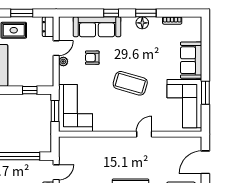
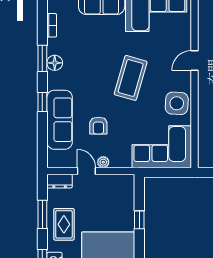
window: (30, 90) -> (139, 220), moved
window: (55, 111) -> (165, 173), removed
side table: (110, 120) -> (177, 103), added
door: (144, 134) -> (194, 61), hinge flipped

